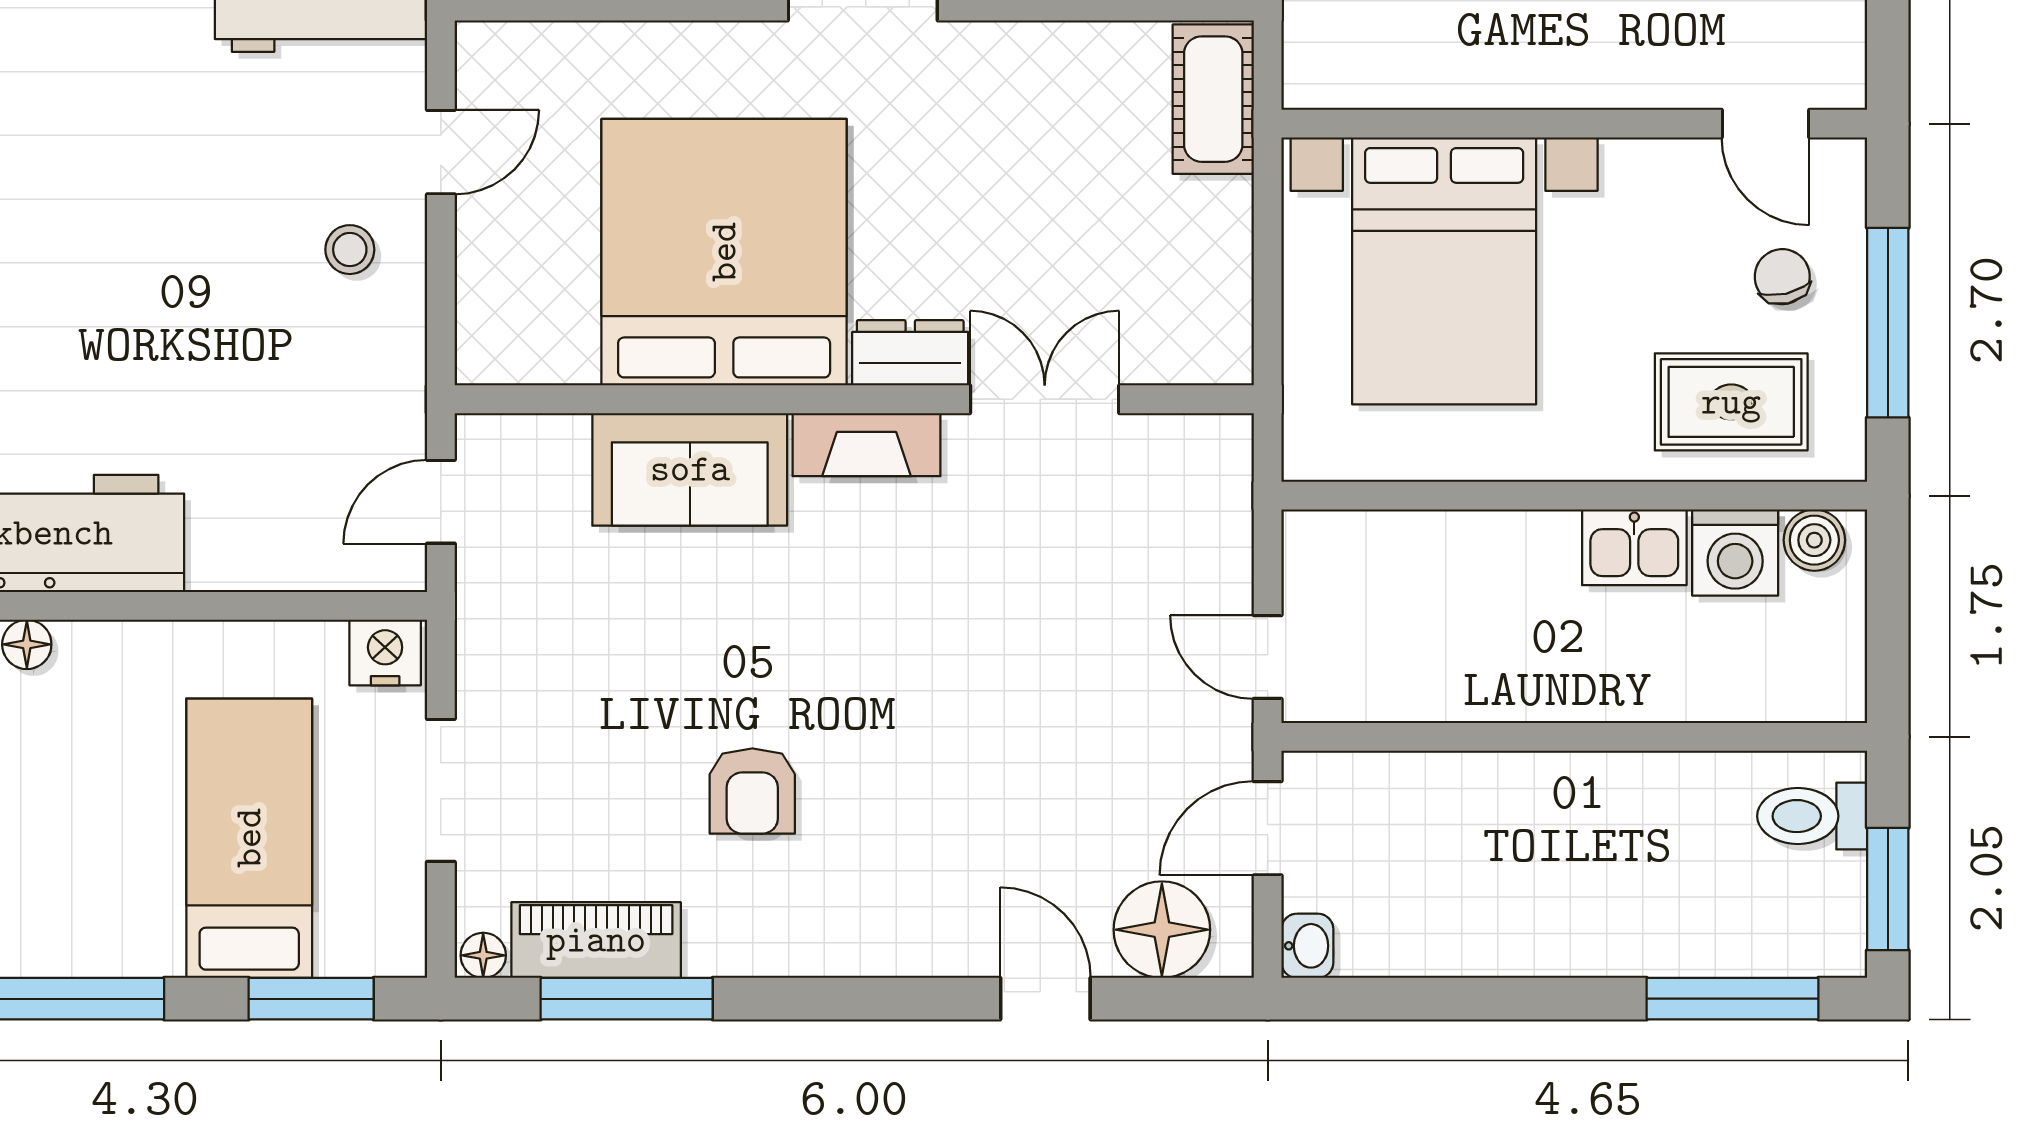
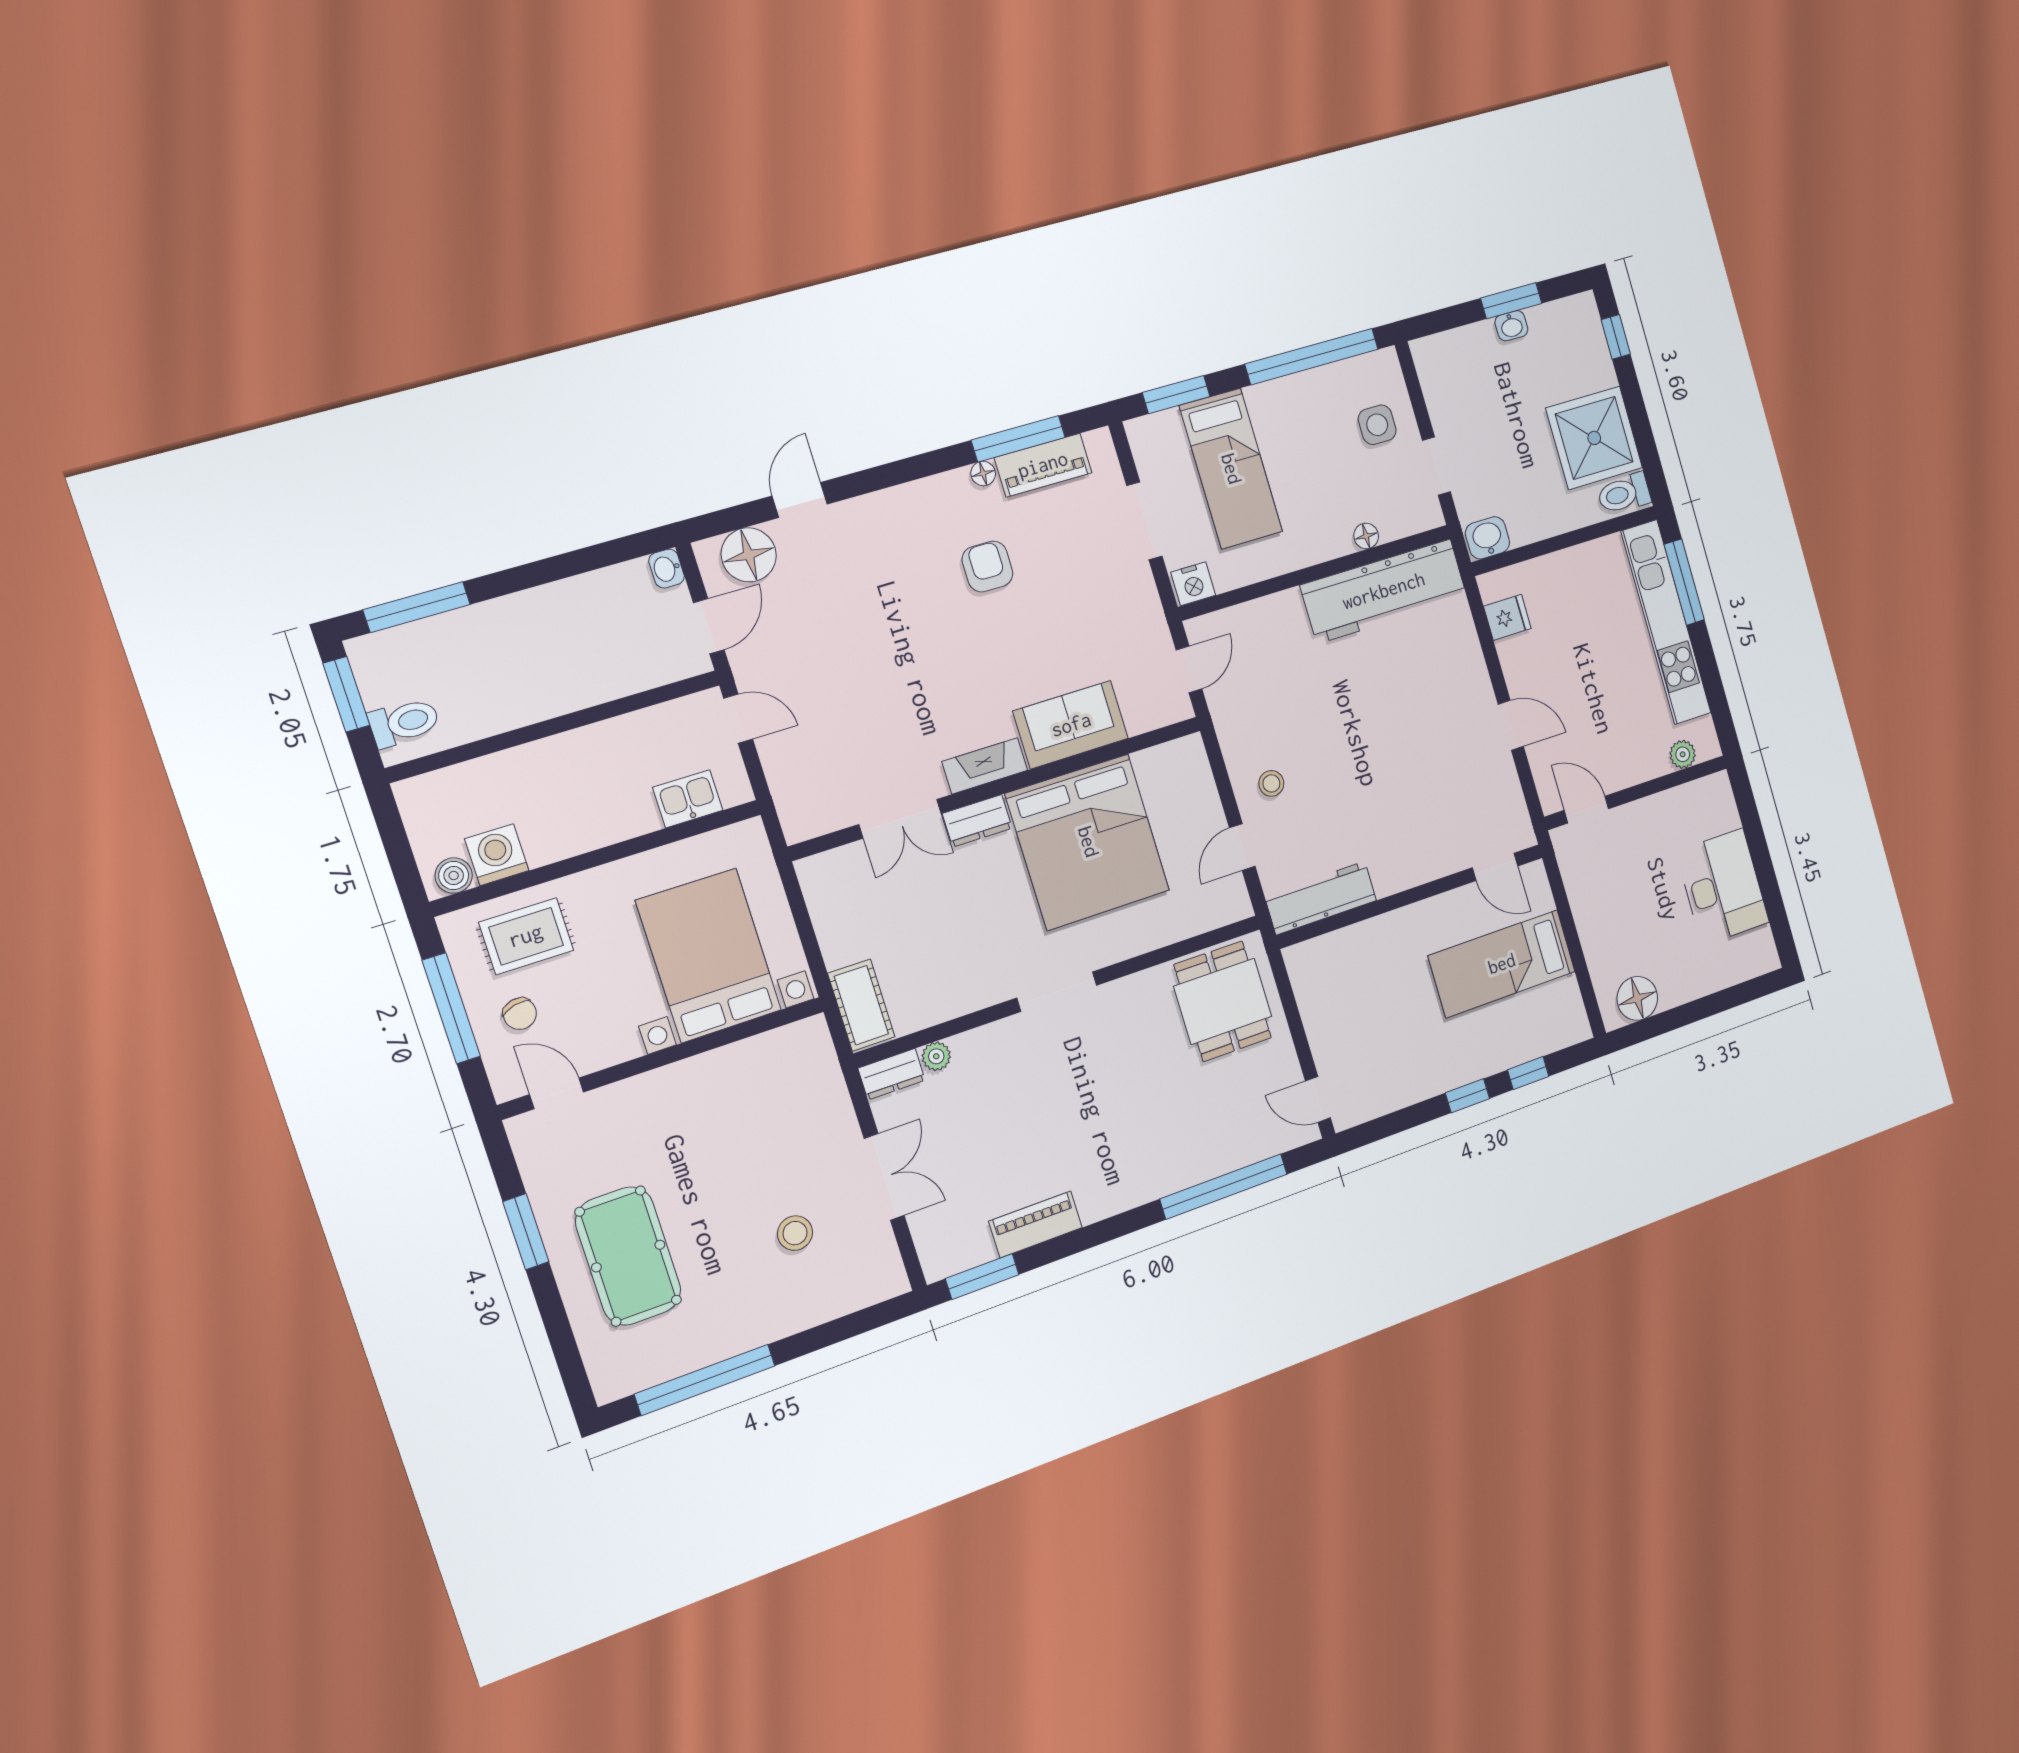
kitchen sink: (1634, 547) -> (688, 799), moved
floor lamp: (483, 955) -> (983, 473), moved
door: (1045, 999) -> (800, 500), swing flipped

